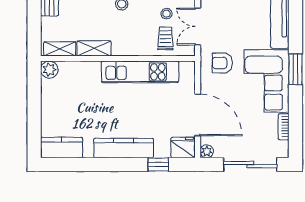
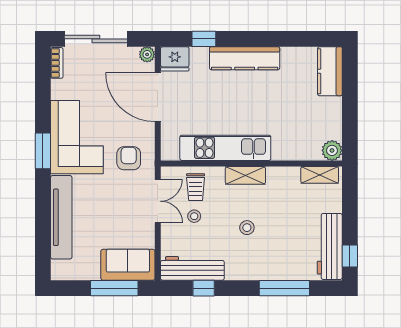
shelving: (94, 48) -> (245, 175), moved
armchair: (222, 63) -> (129, 158), turned -90
bookcase: (284, 127) -> (57, 63), moved
kitchen counter: (62, 147) -> (330, 71), moved, turned 90

